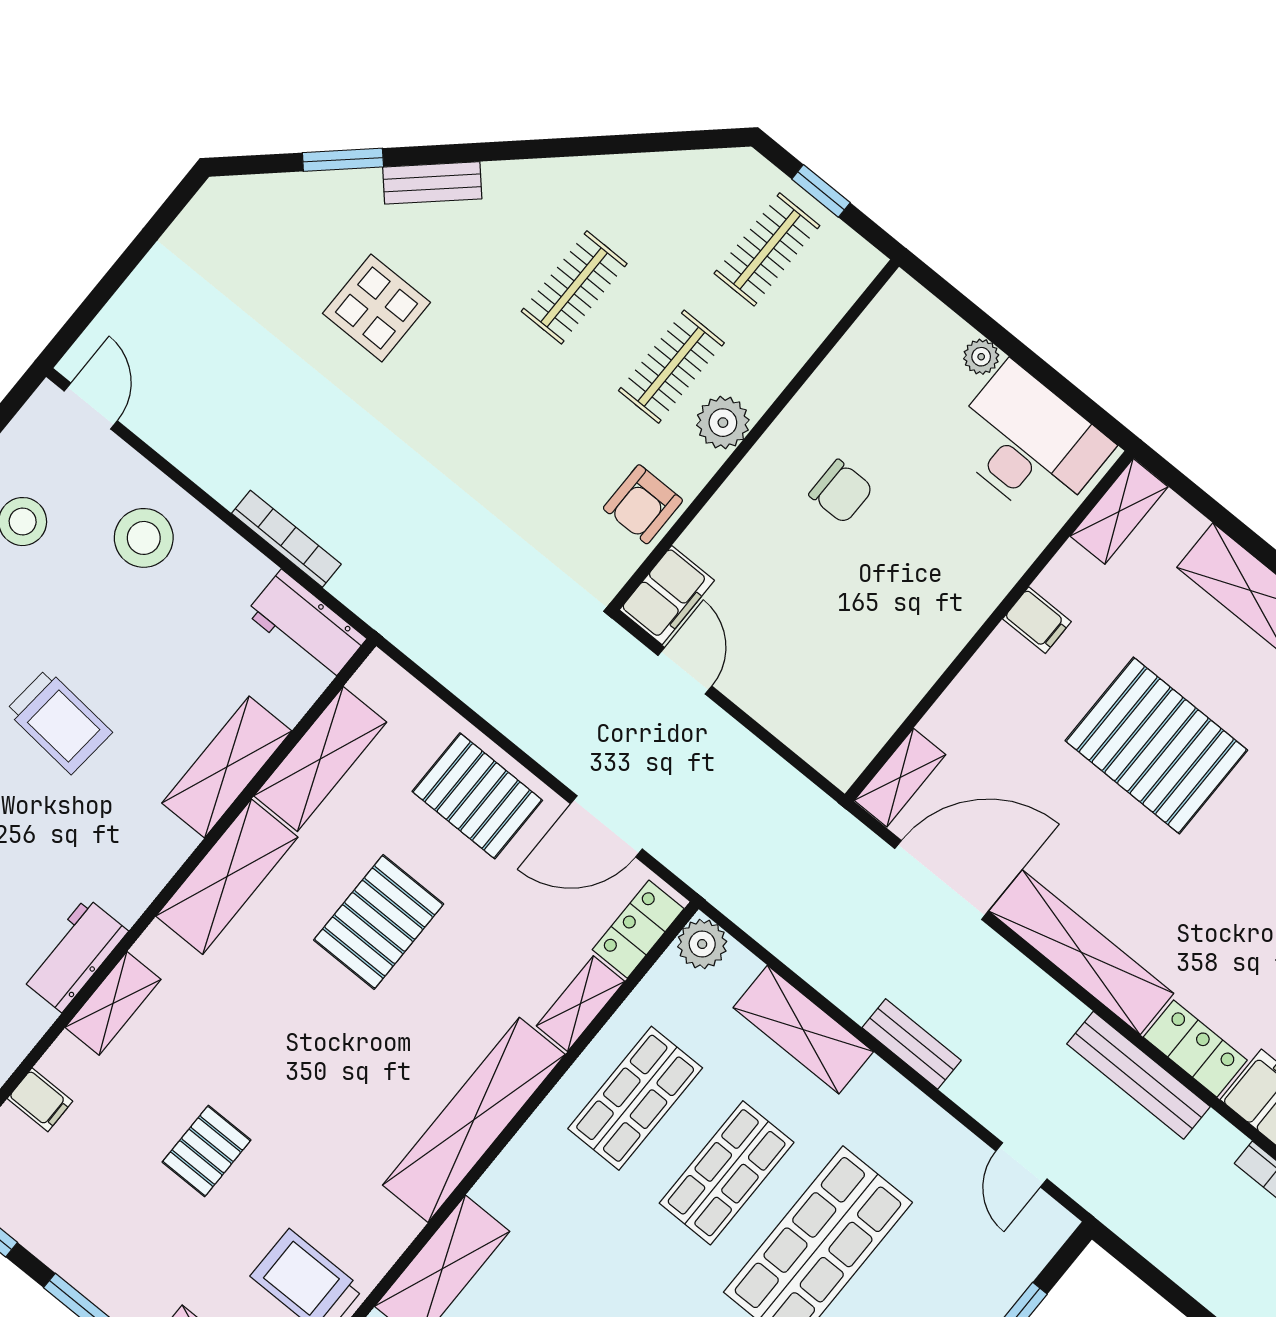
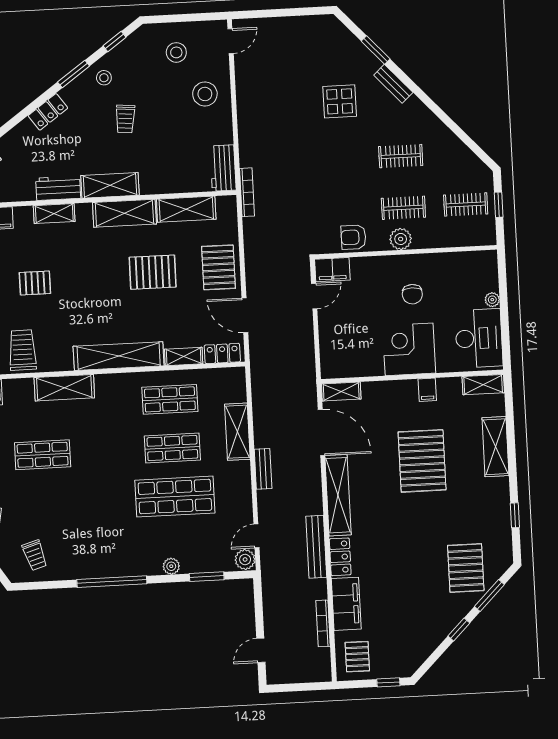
bookcase: (286, 539) -> (247, 192), moved
corner desk: (935, 587) -> (409, 349), added
trolley: (59, 721) -> (125, 119), width x0.73, depth x0.72
shelving: (227, 767) -> (110, 185), moved
plant: (702, 944) -> (245, 559), moved

